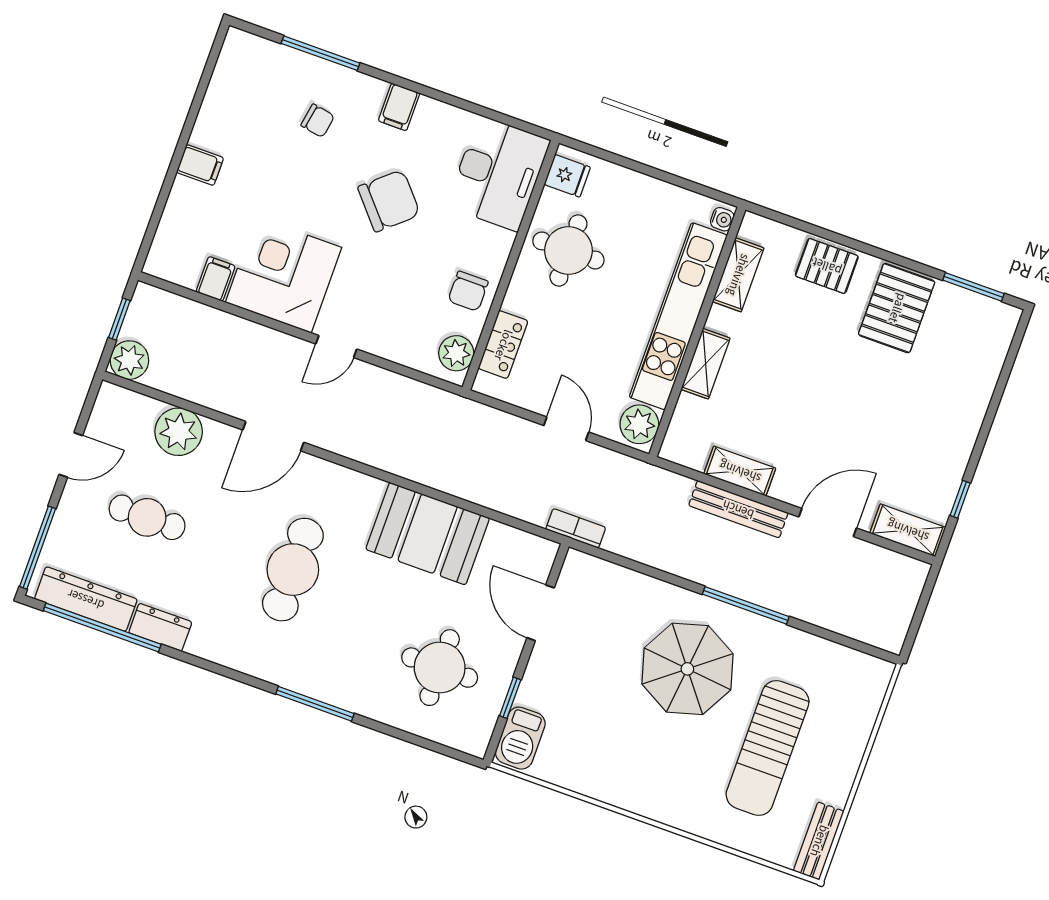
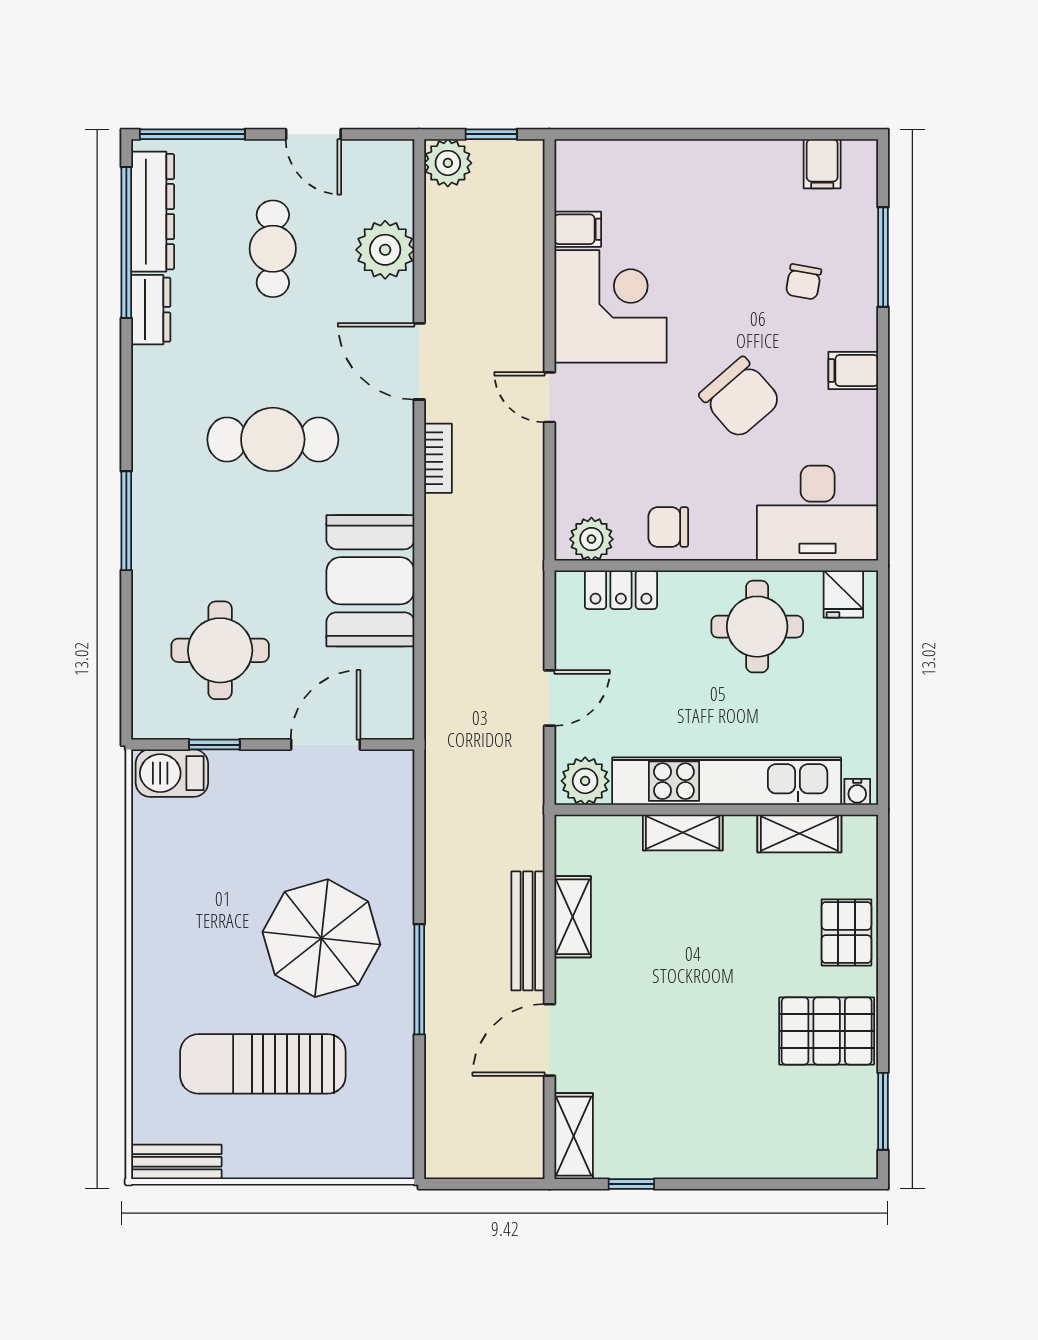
filing cabinet: (200, 165) -> (822, 164), moved
door: (828, 522) -> (549, 1040), swing flipped
bookcase: (576, 528) -> (438, 458), moved

